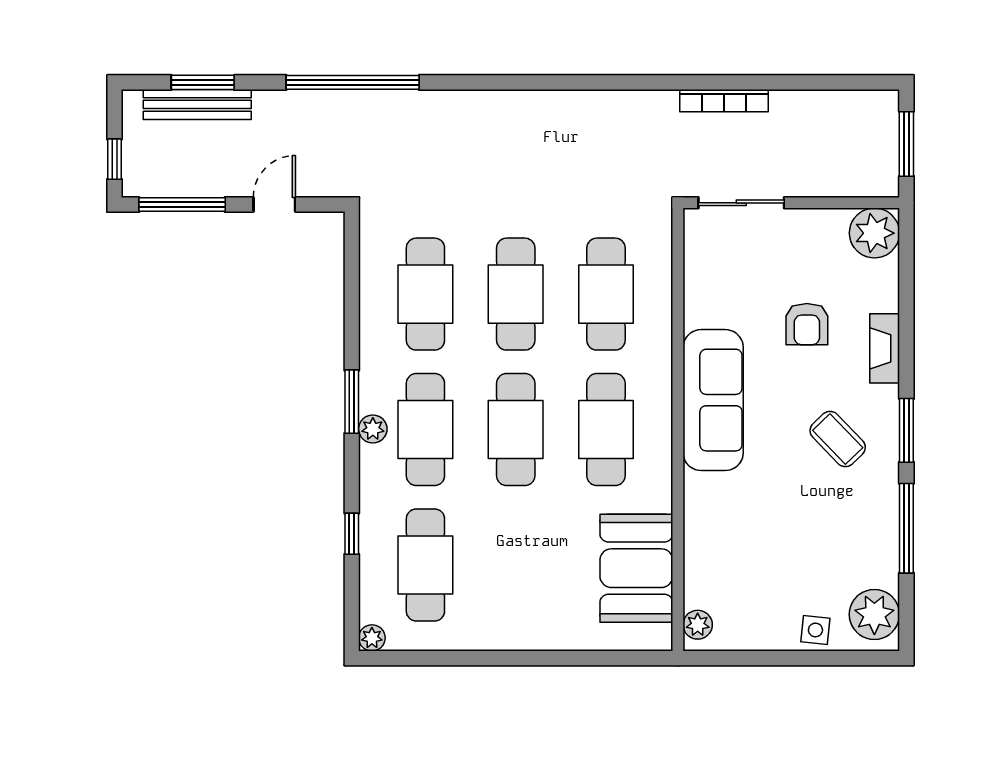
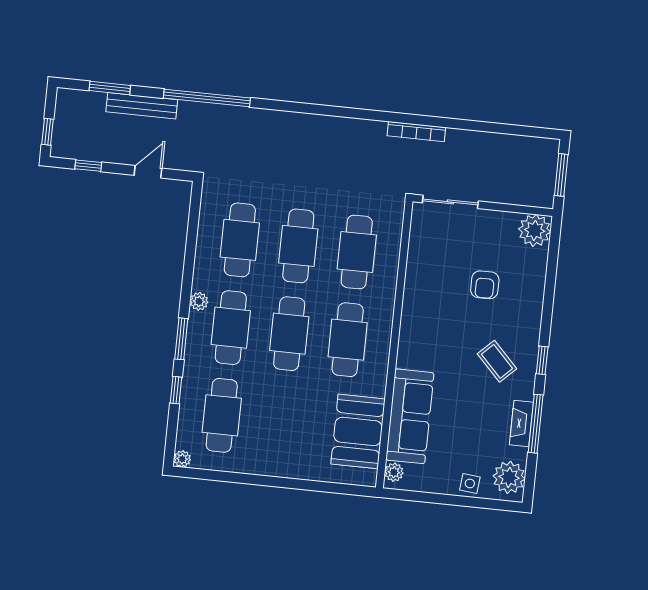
bookcase: (724, 101) -> (416, 132), moved
bench: (197, 104) -> (142, 106), moved
window: (182, 205) -> (88, 166), width x0.46
fireplace: (885, 348) -> (521, 424), moved
sofa: (713, 400) -> (410, 416), moved
window: (352, 402) -> (181, 339), moved
plant: (373, 429) -> (199, 301), moved
window: (906, 430) -> (542, 360), width x0.67

